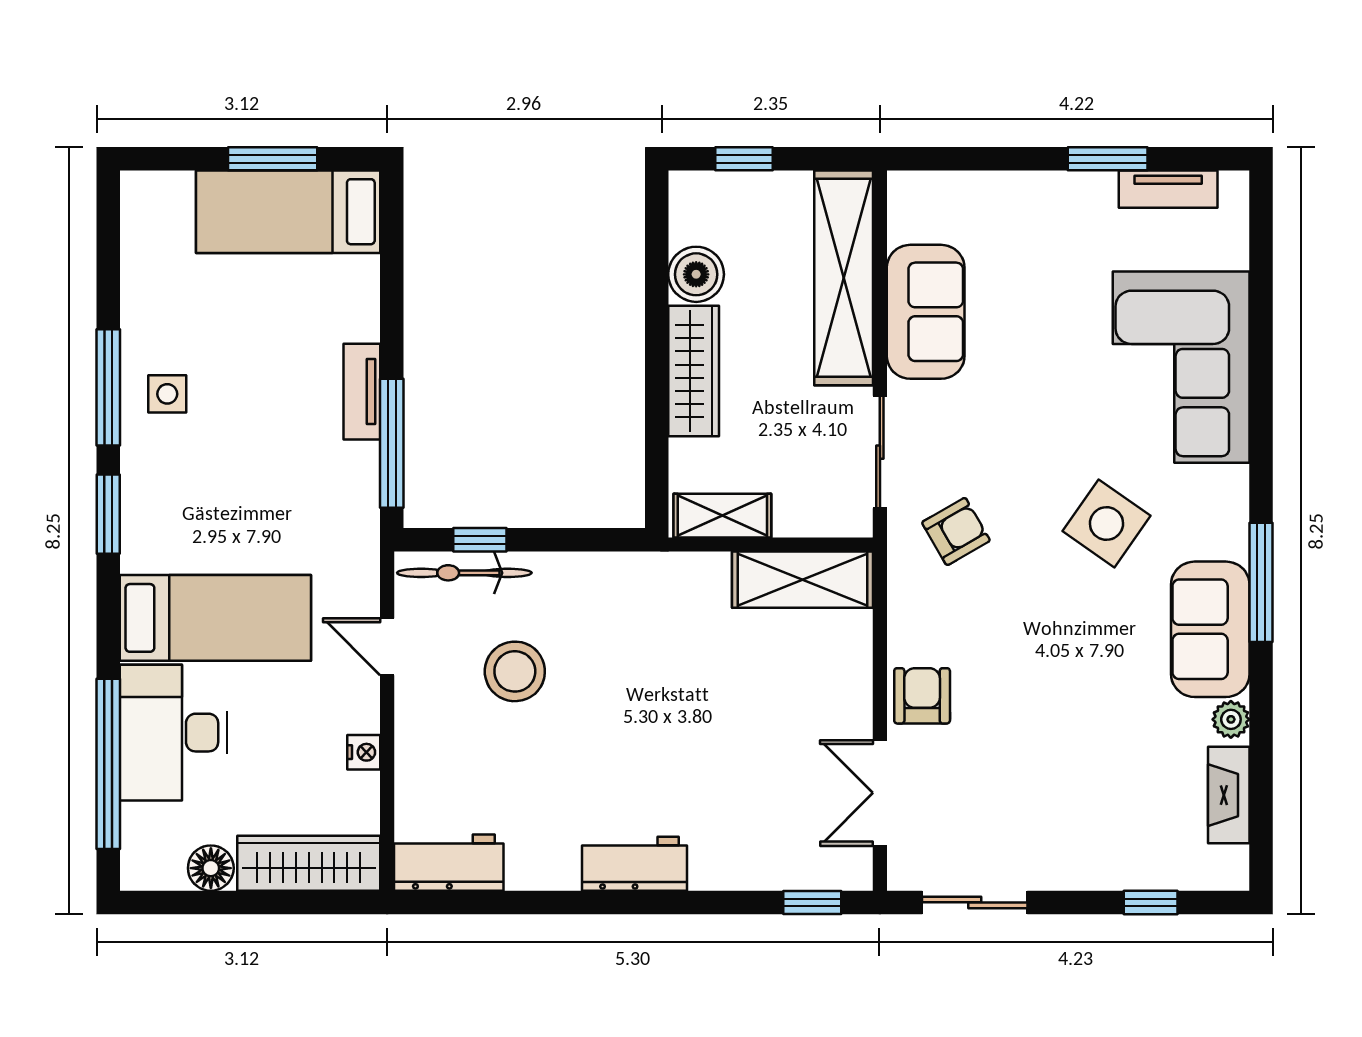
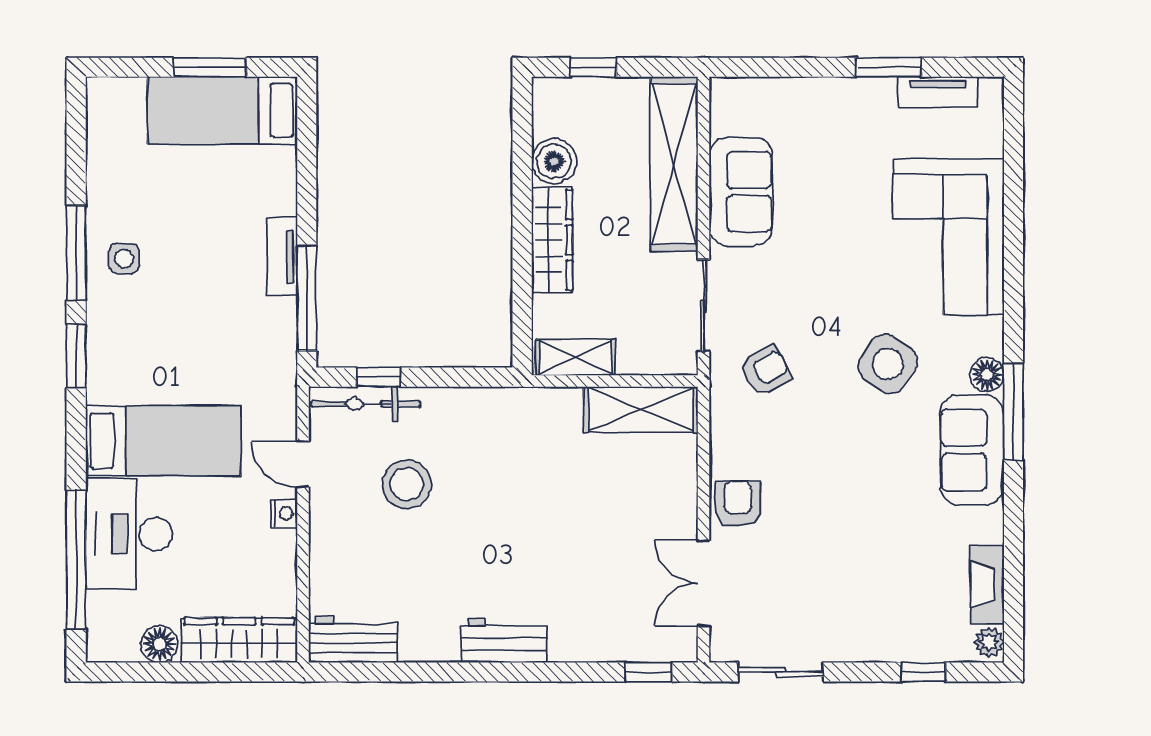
floor lamp: (1228, 537) -> (987, 375), added
plant: (1231, 719) -> (989, 642), moved
nightstand: (364, 752) -> (284, 513), moved

